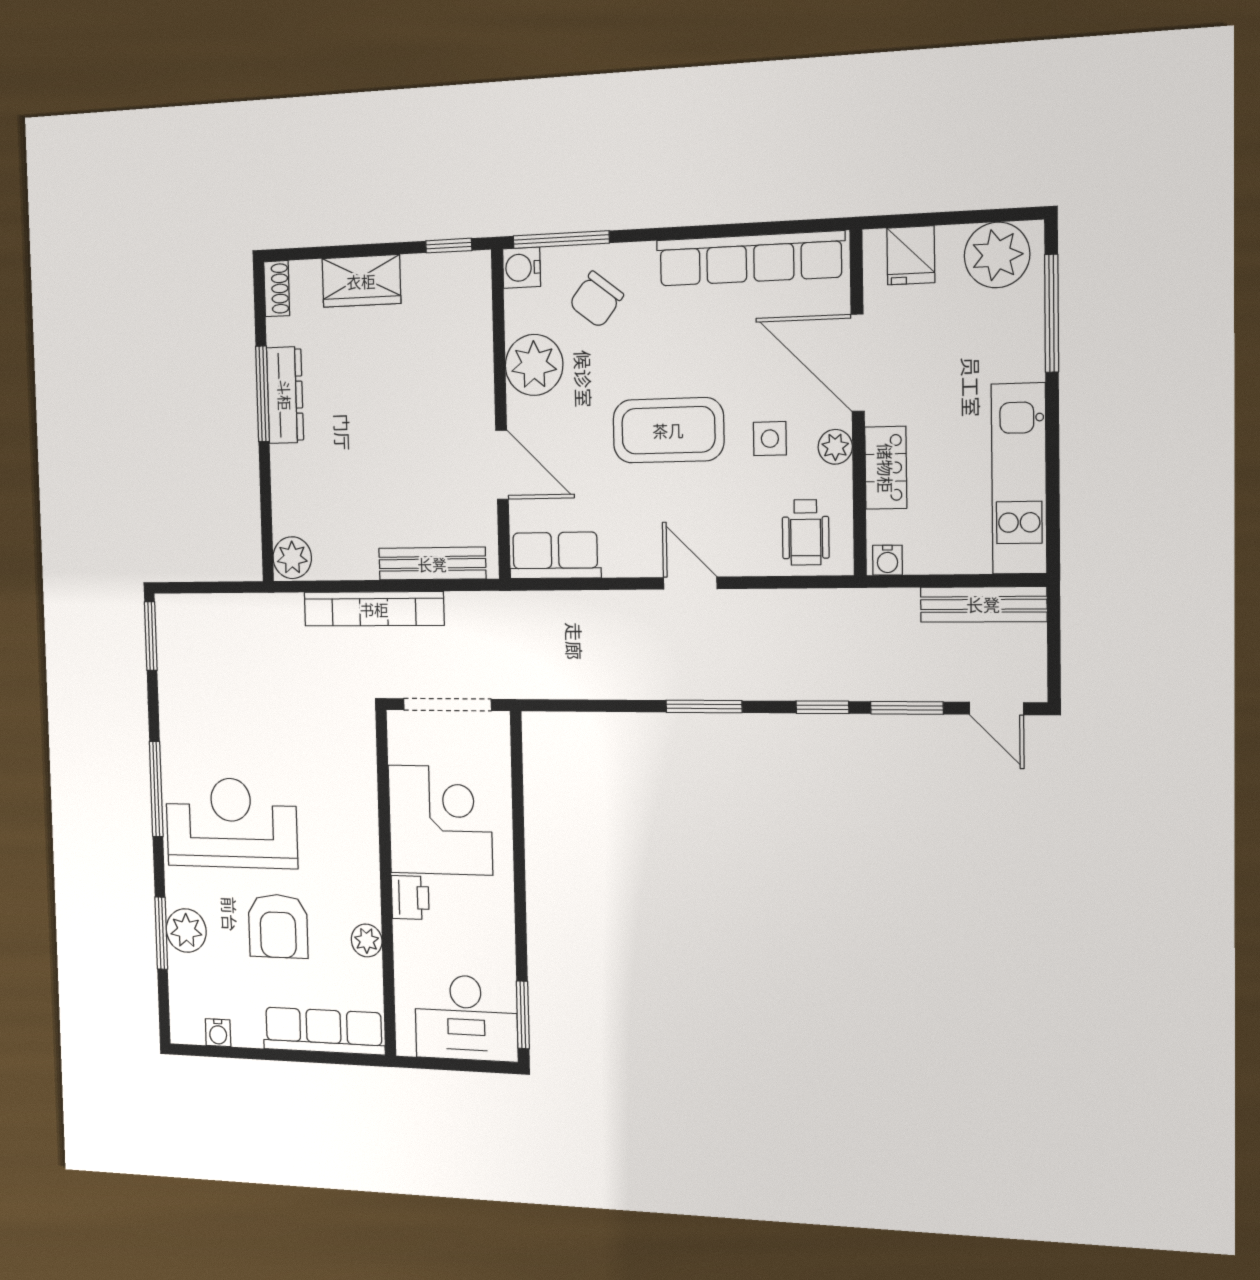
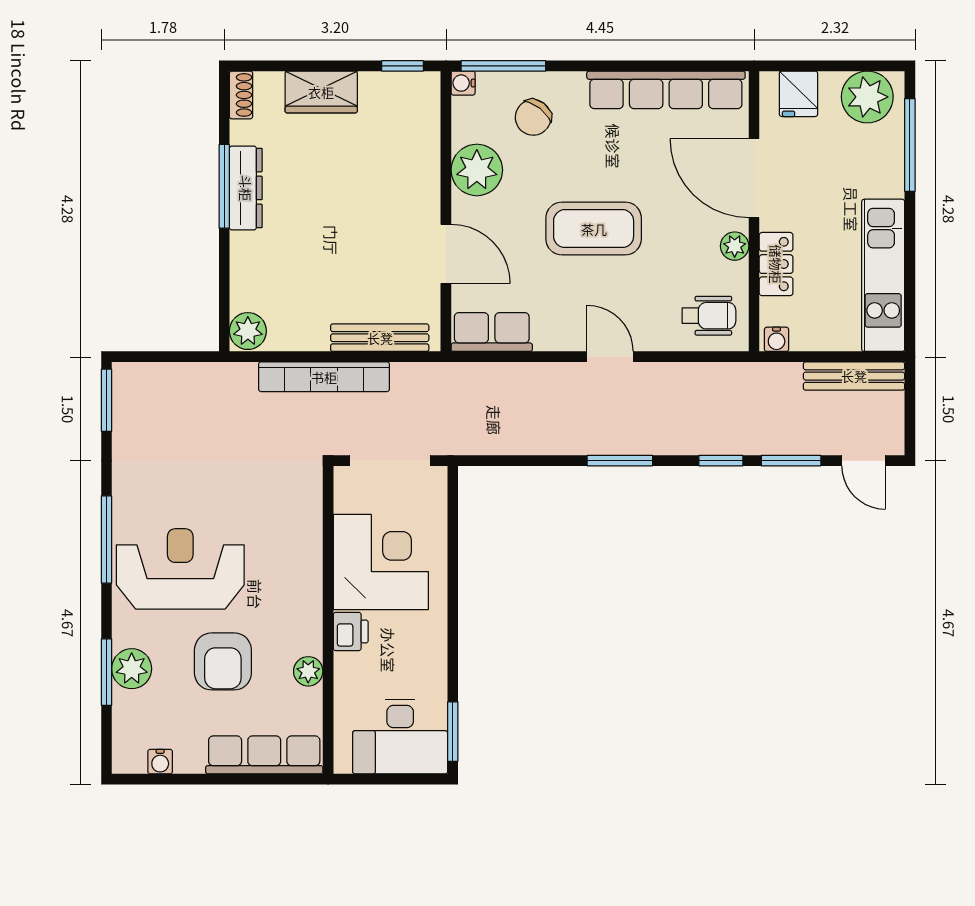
water cooler: (522, 268) -> (463, 83), width x0.72, depth x0.72
side table: (770, 439) -> (680, 238), removed
wheelchair: (806, 532) -> (709, 316), turned -90

